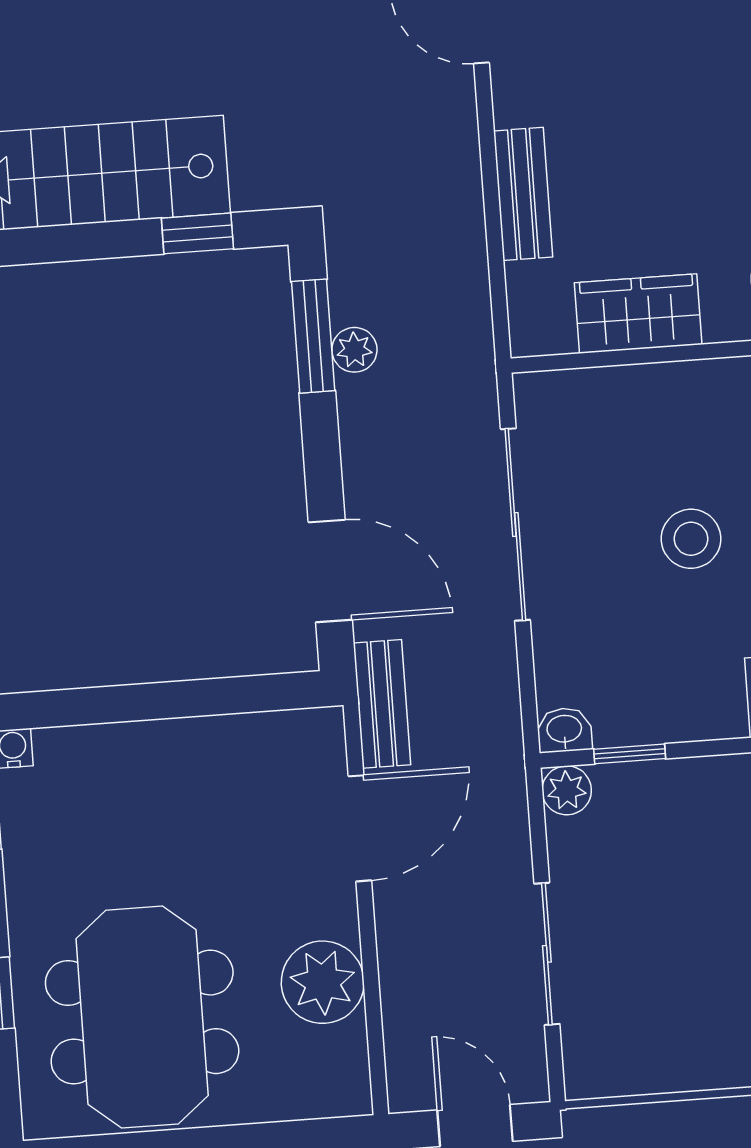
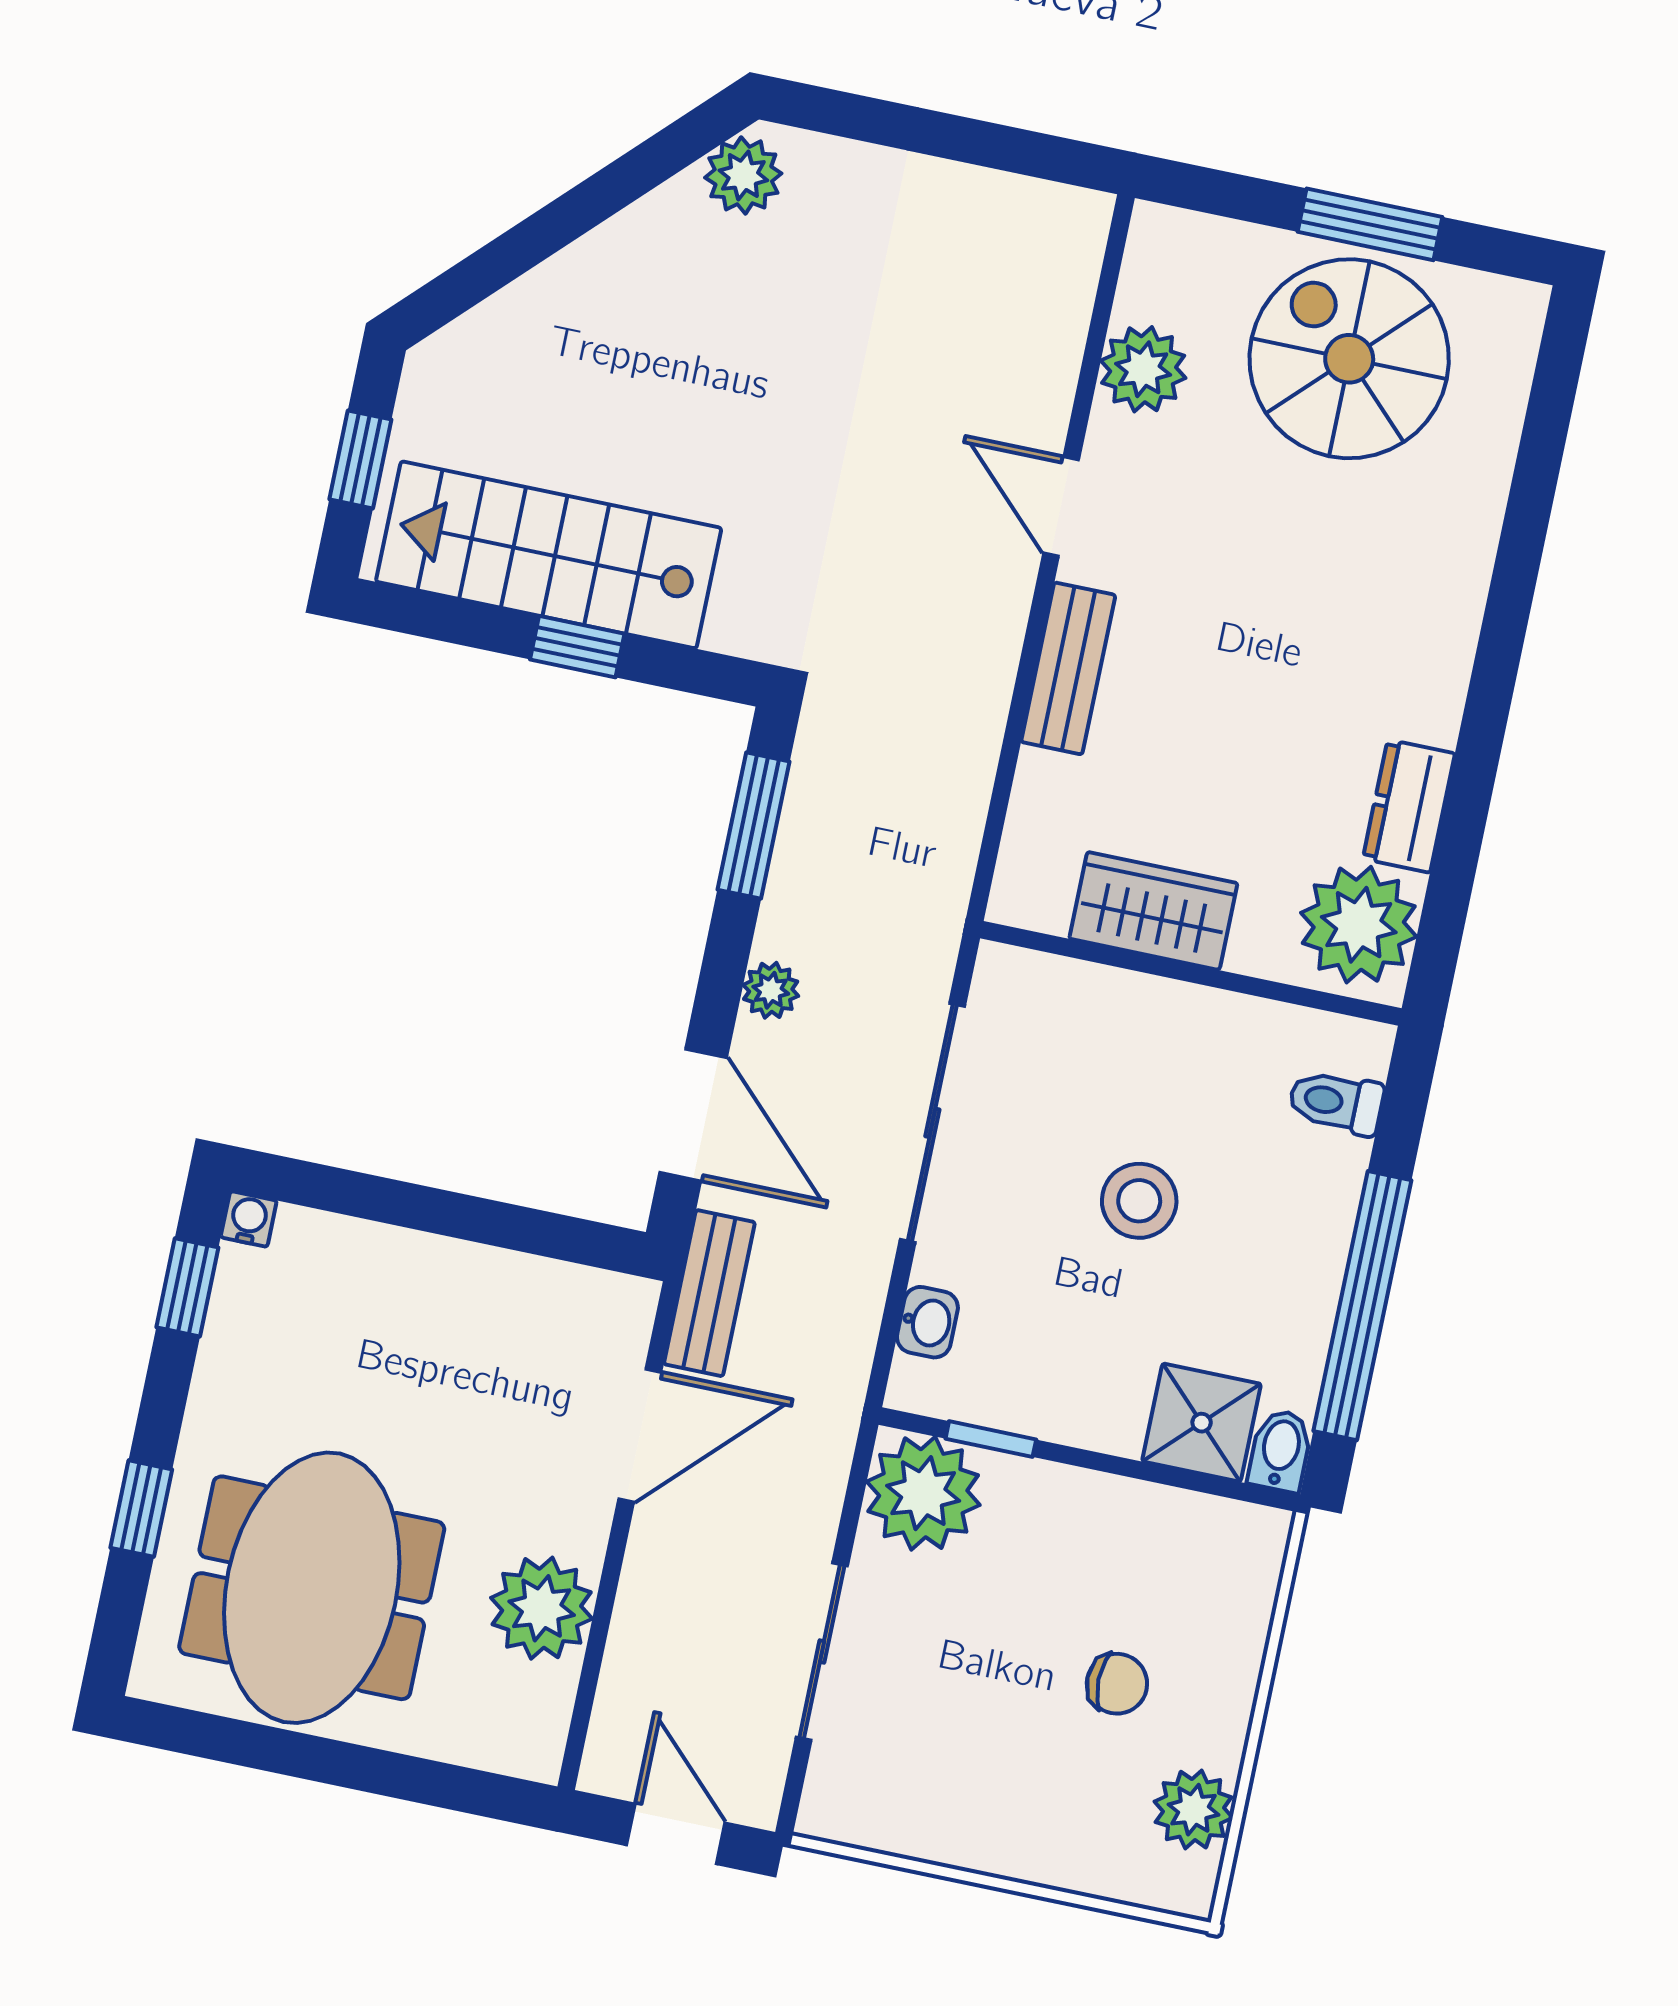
bench: (523, 194) -> (1068, 668), moved
window: (197, 233) -> (577, 647), moved
plant: (354, 350) -> (771, 990), moved
washbasin: (564, 730) -> (927, 1322), moved, turned 90
plant: (567, 790) -> (923, 1493), width x1.87, depth x1.87

